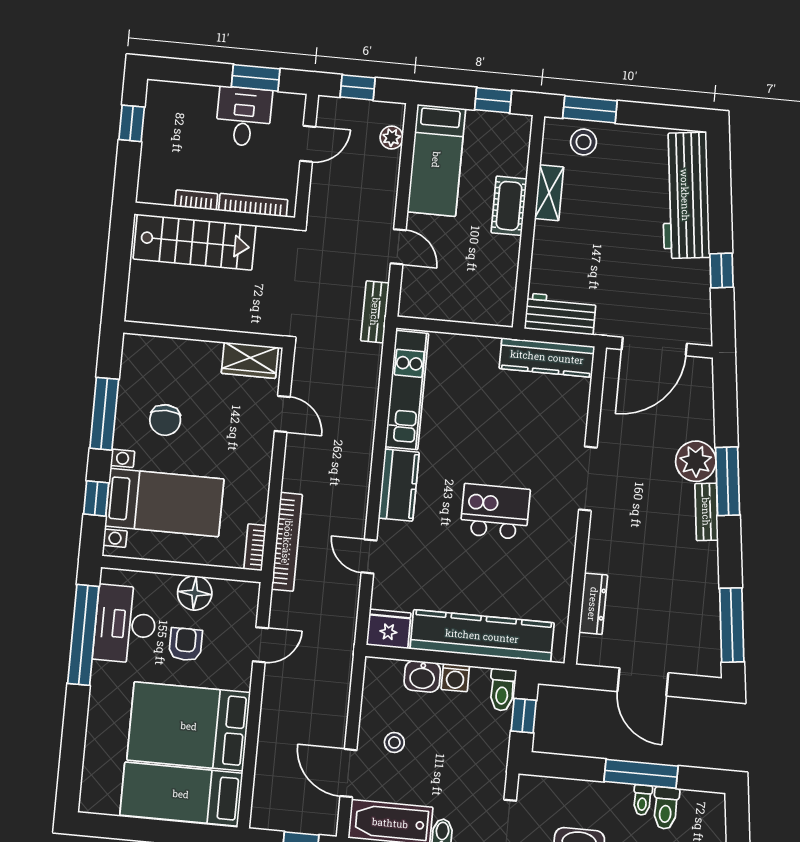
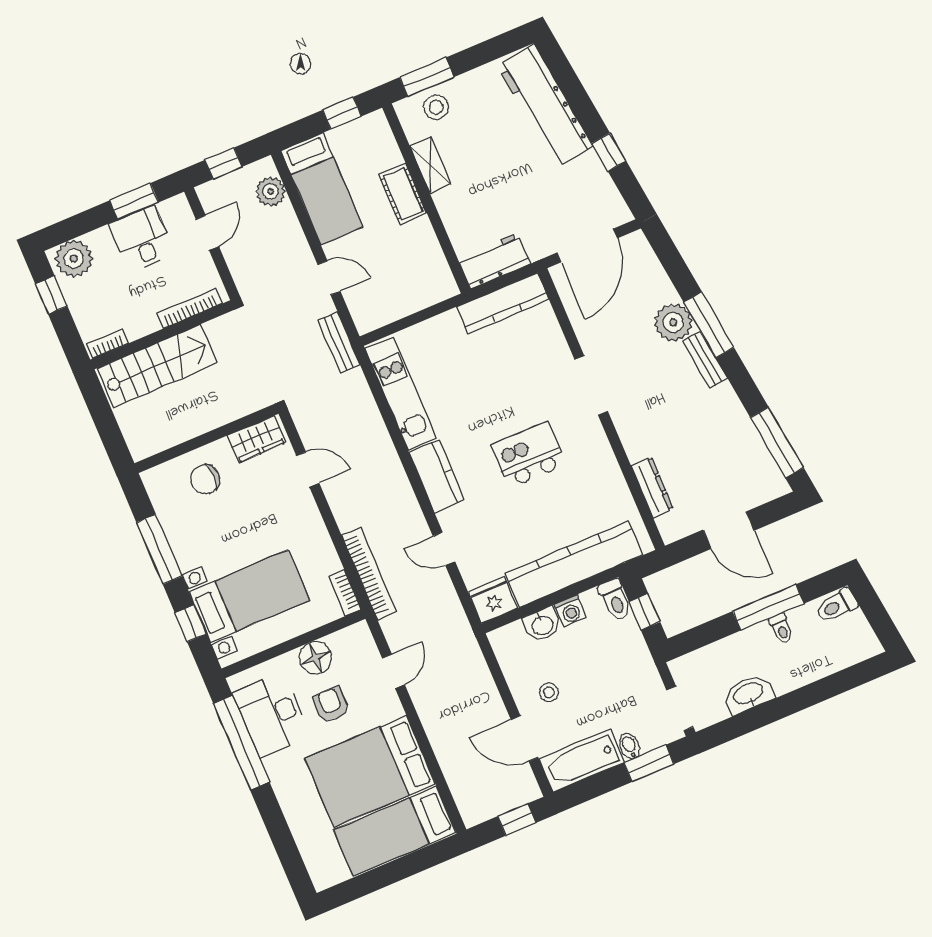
plant: (171, 101) -> (74, 259), added
plant: (392, 138) -> (271, 191), width x1.38, depth x1.38
bookcase: (196, 200) -> (107, 344), moved
chair: (165, 420) -> (205, 479), moved, turned 90
toilet: (666, 808) -> (837, 606), moved, turned 83

